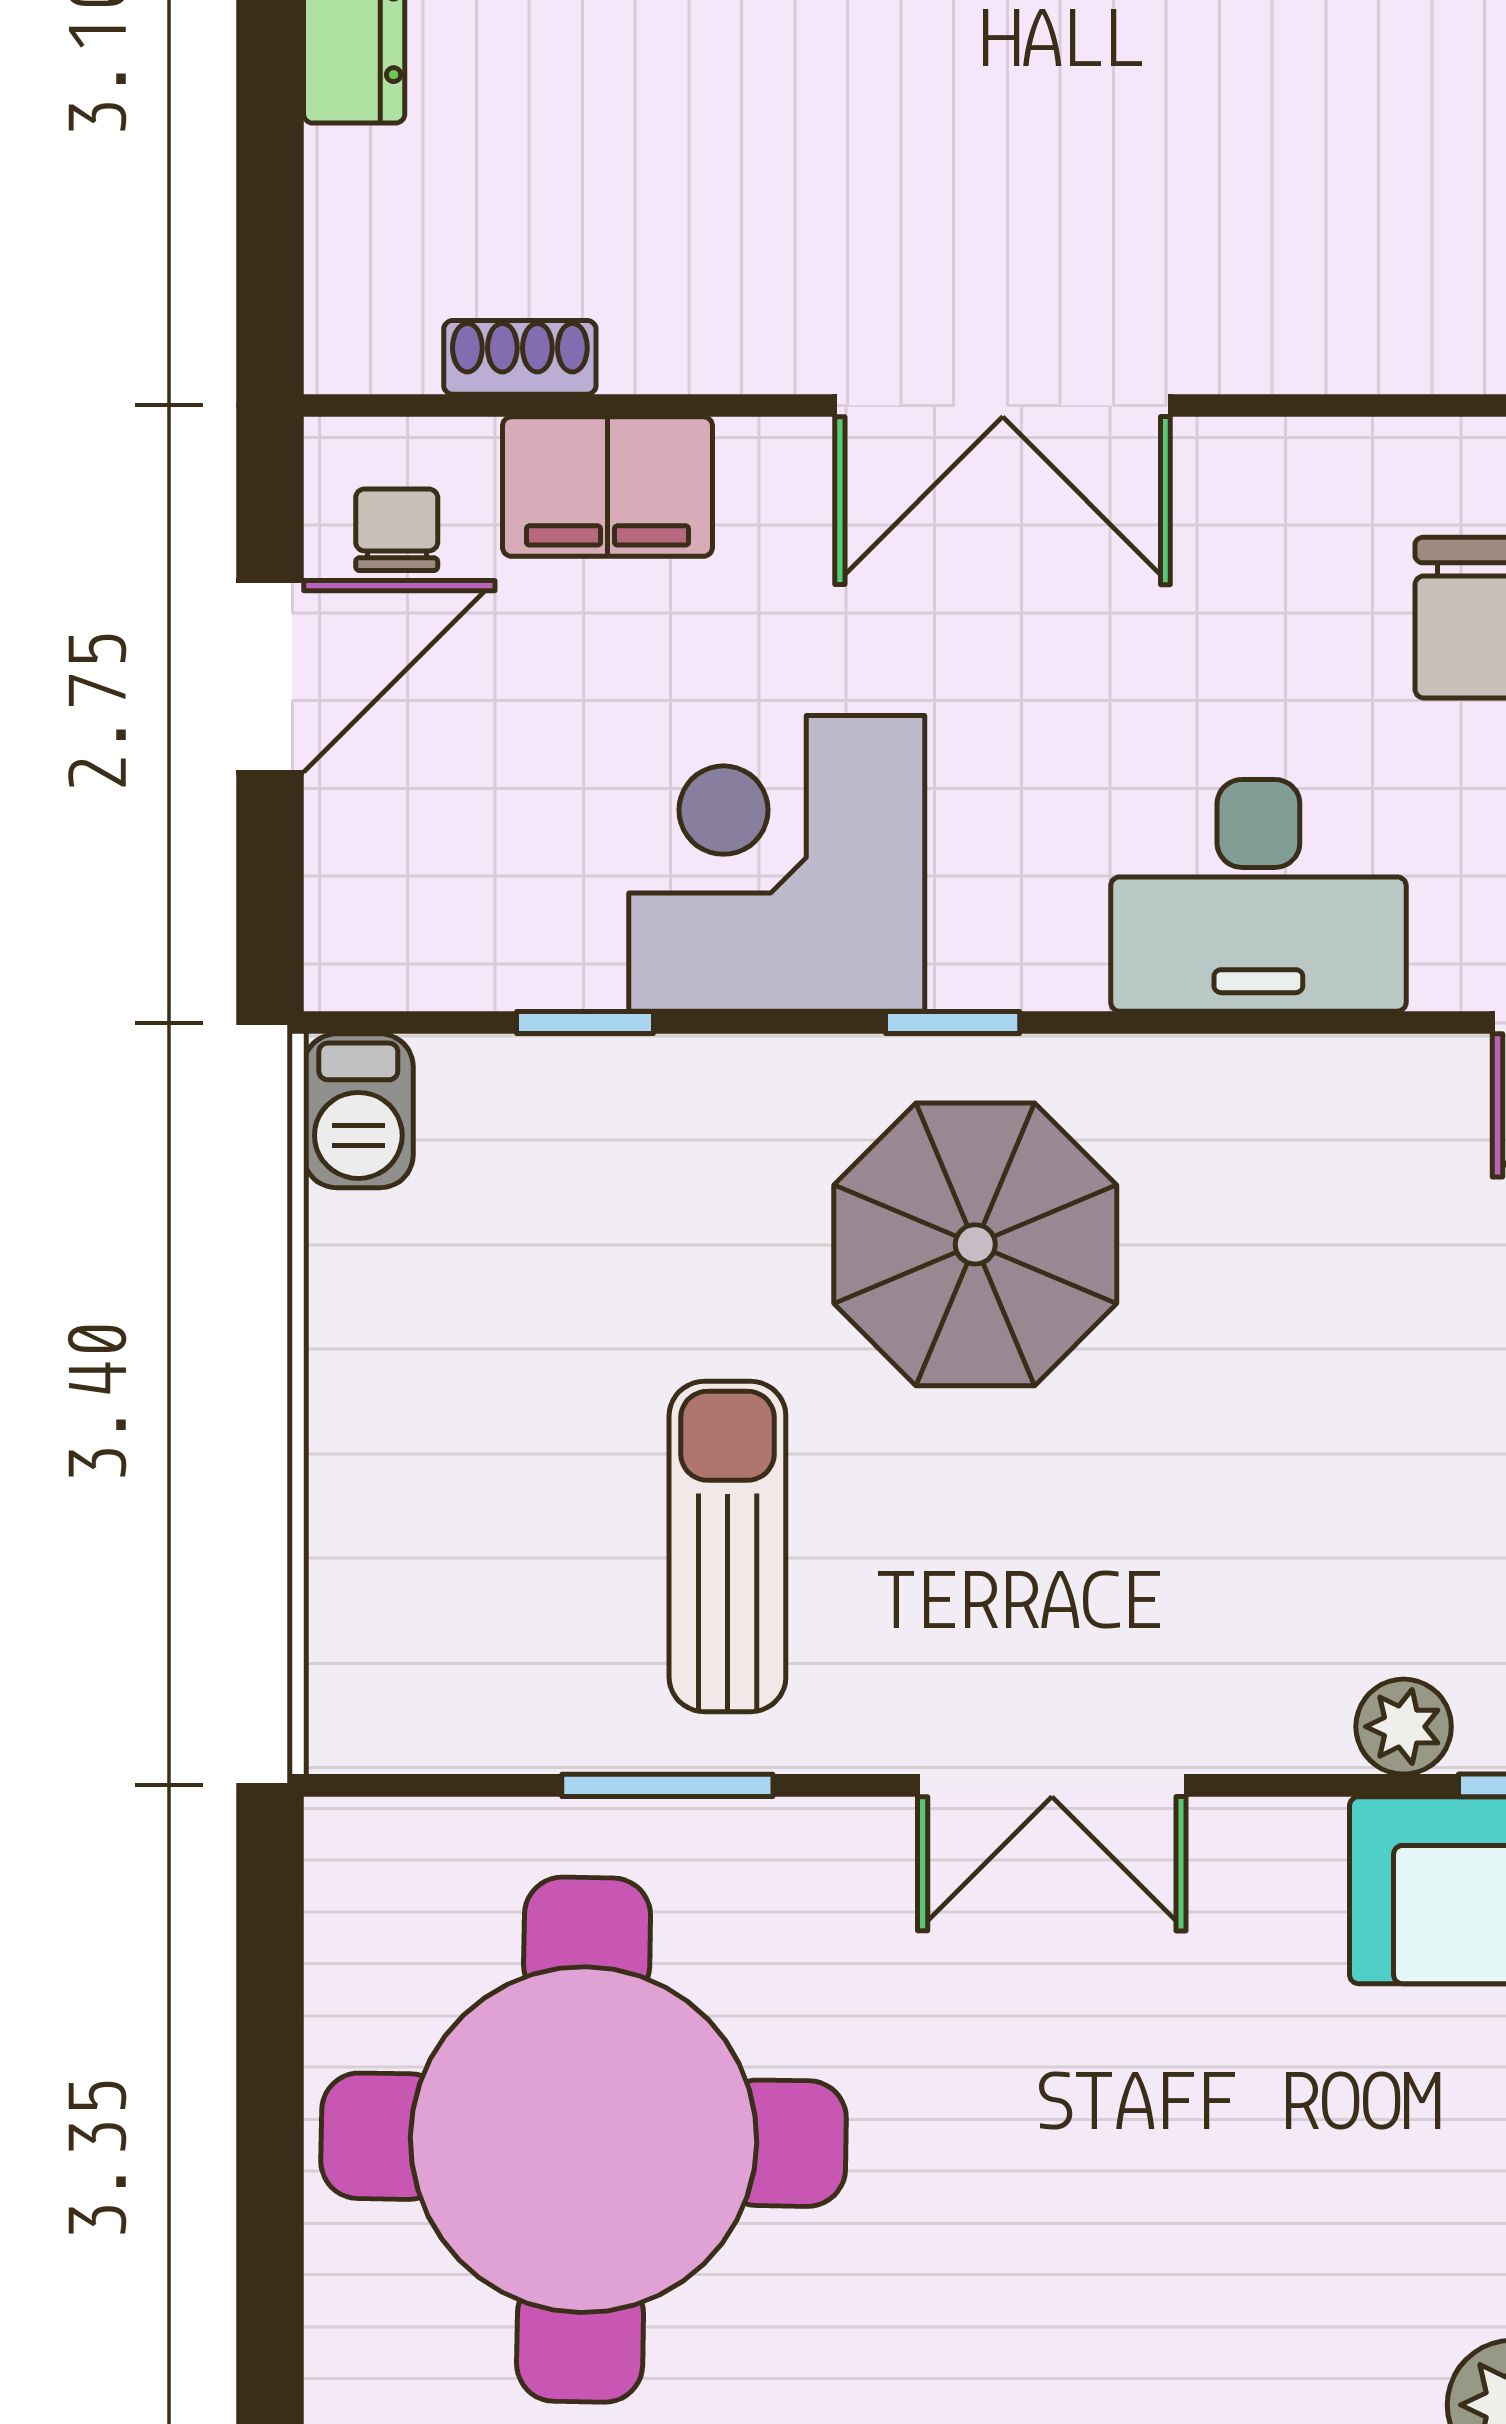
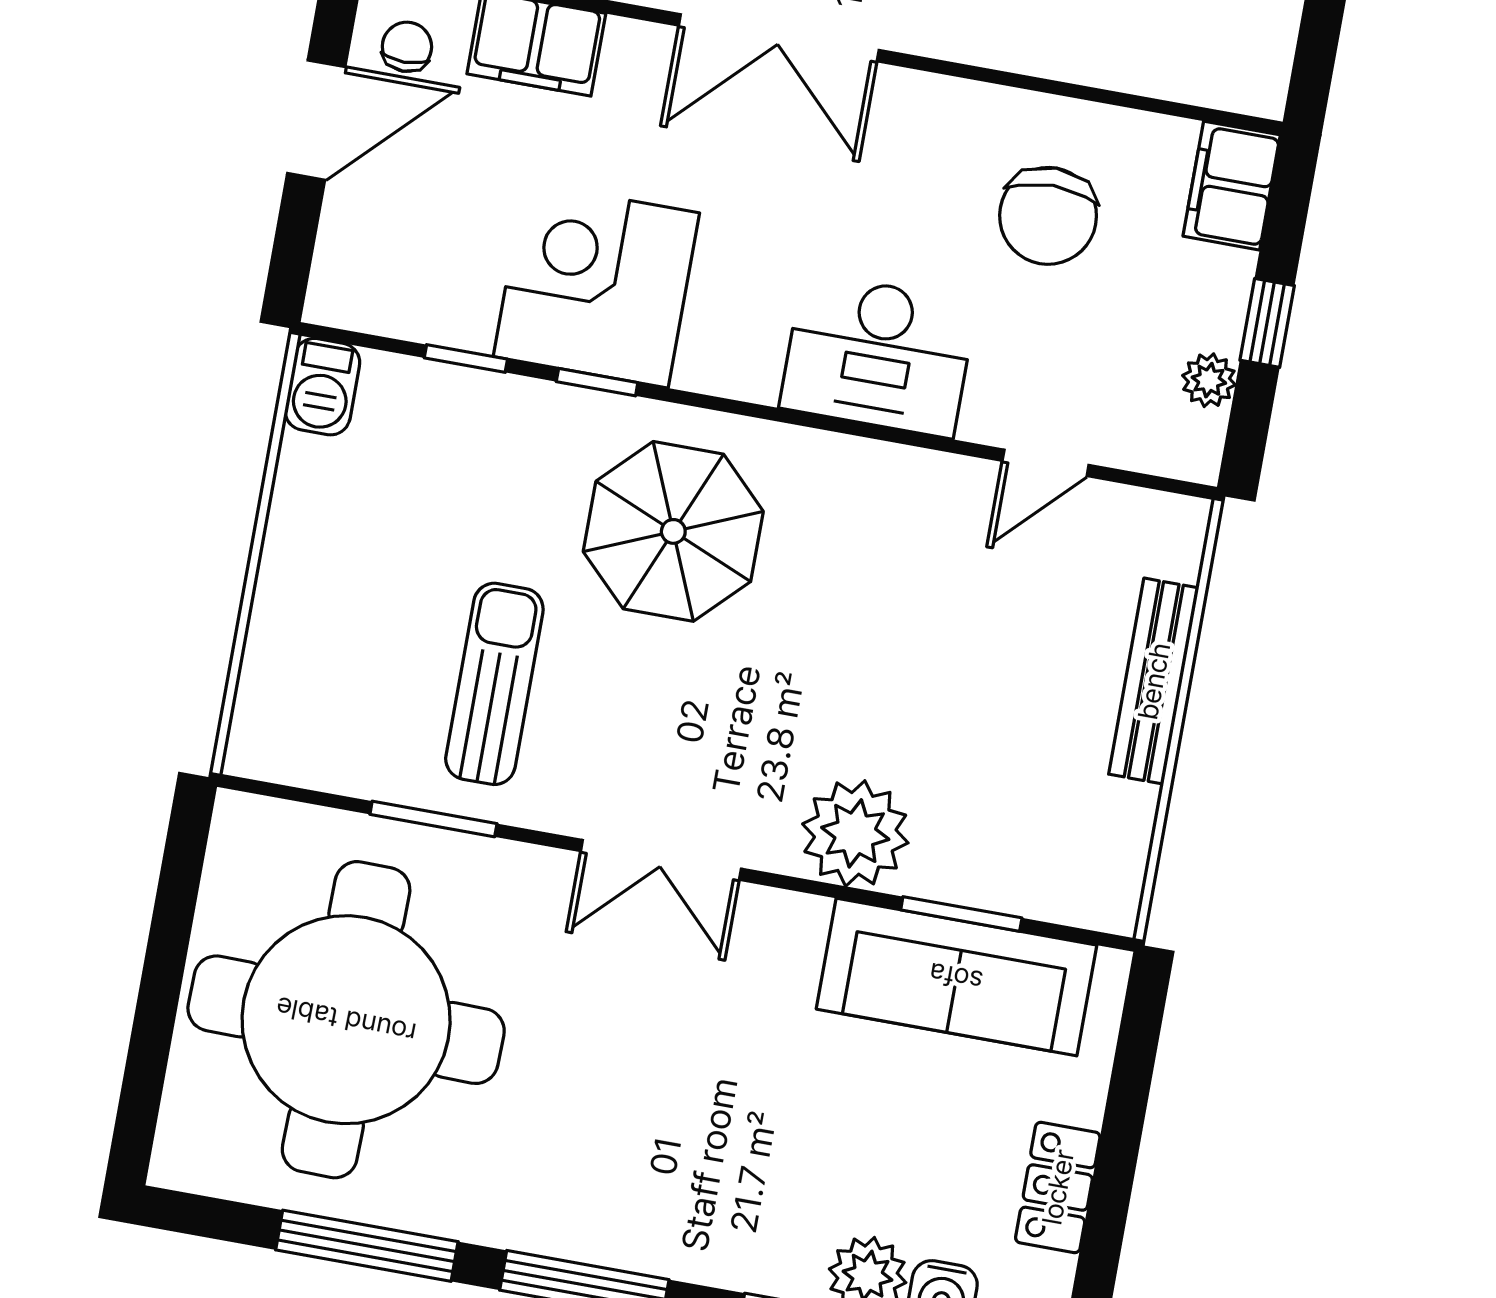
window: (953, 1023) -> (597, 382), moved
plant: (1404, 1727) -> (855, 833), width x1.87, depth x1.87

